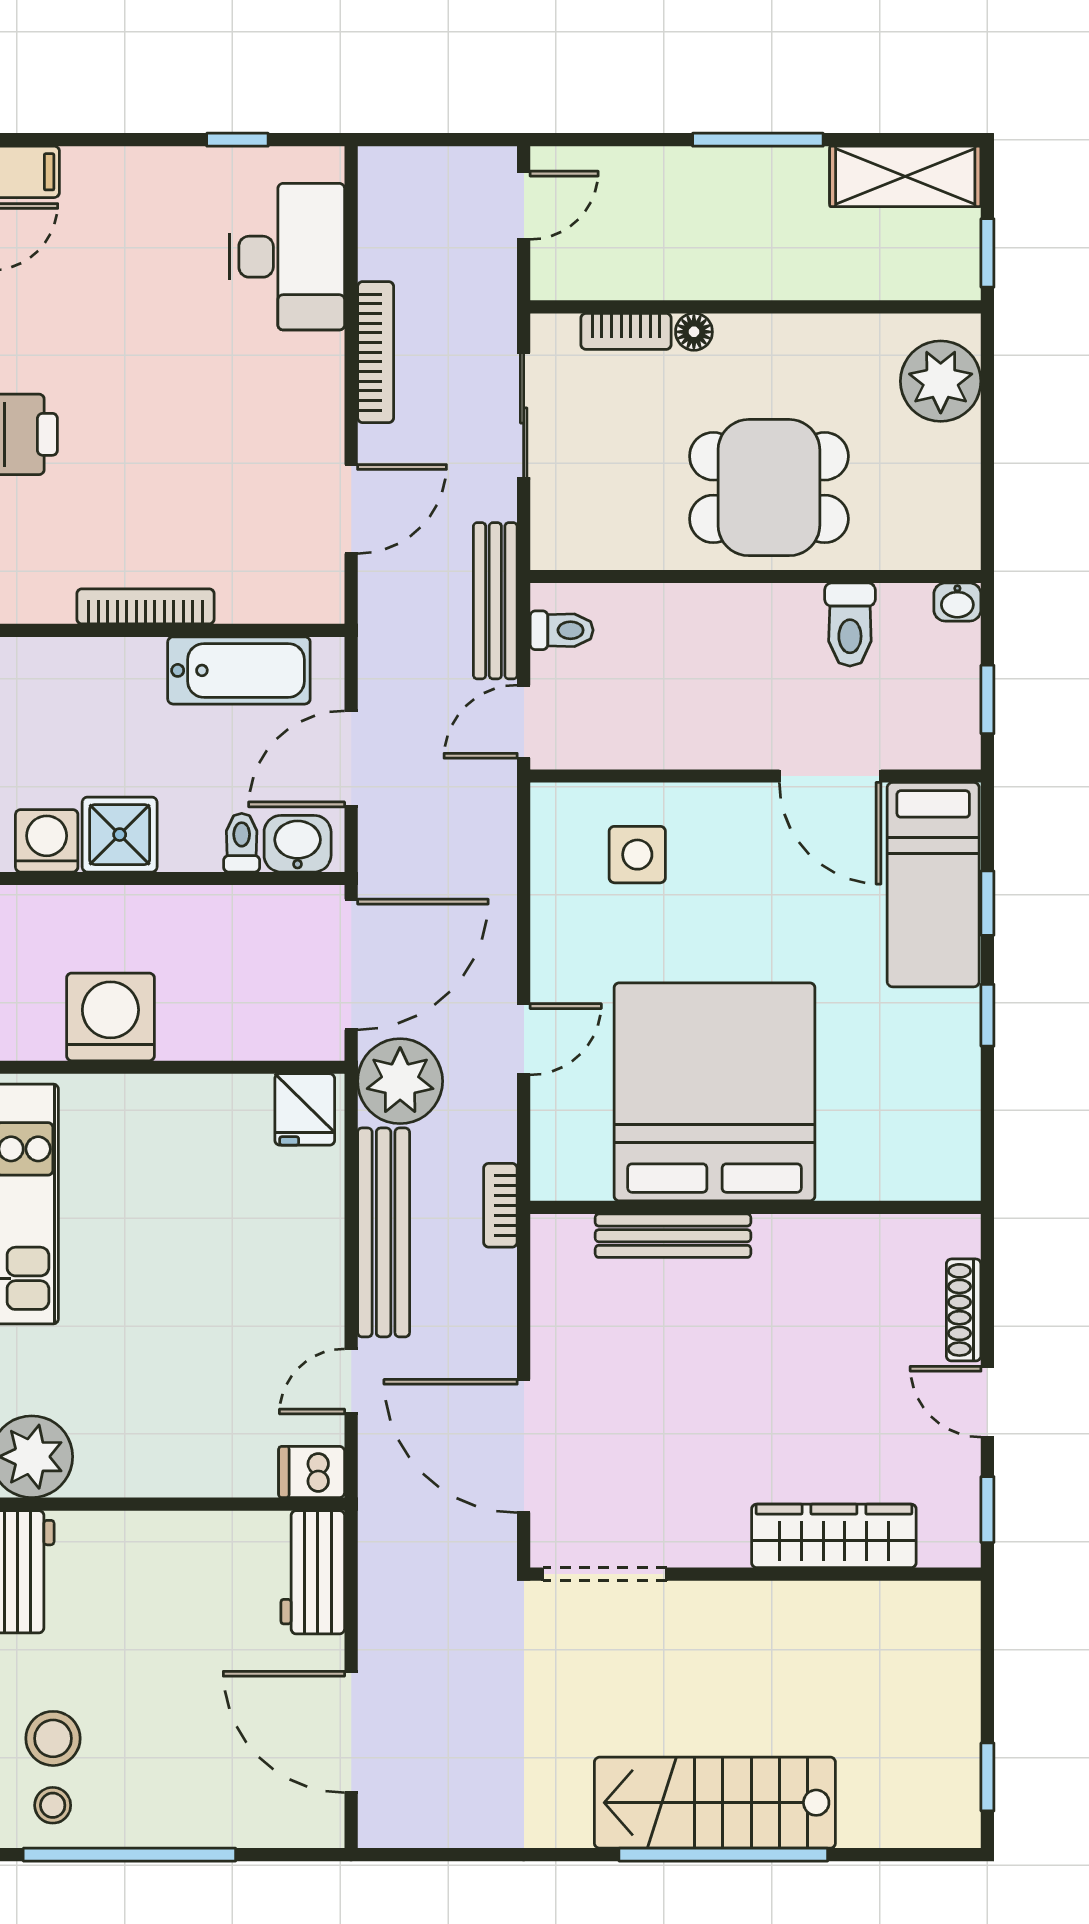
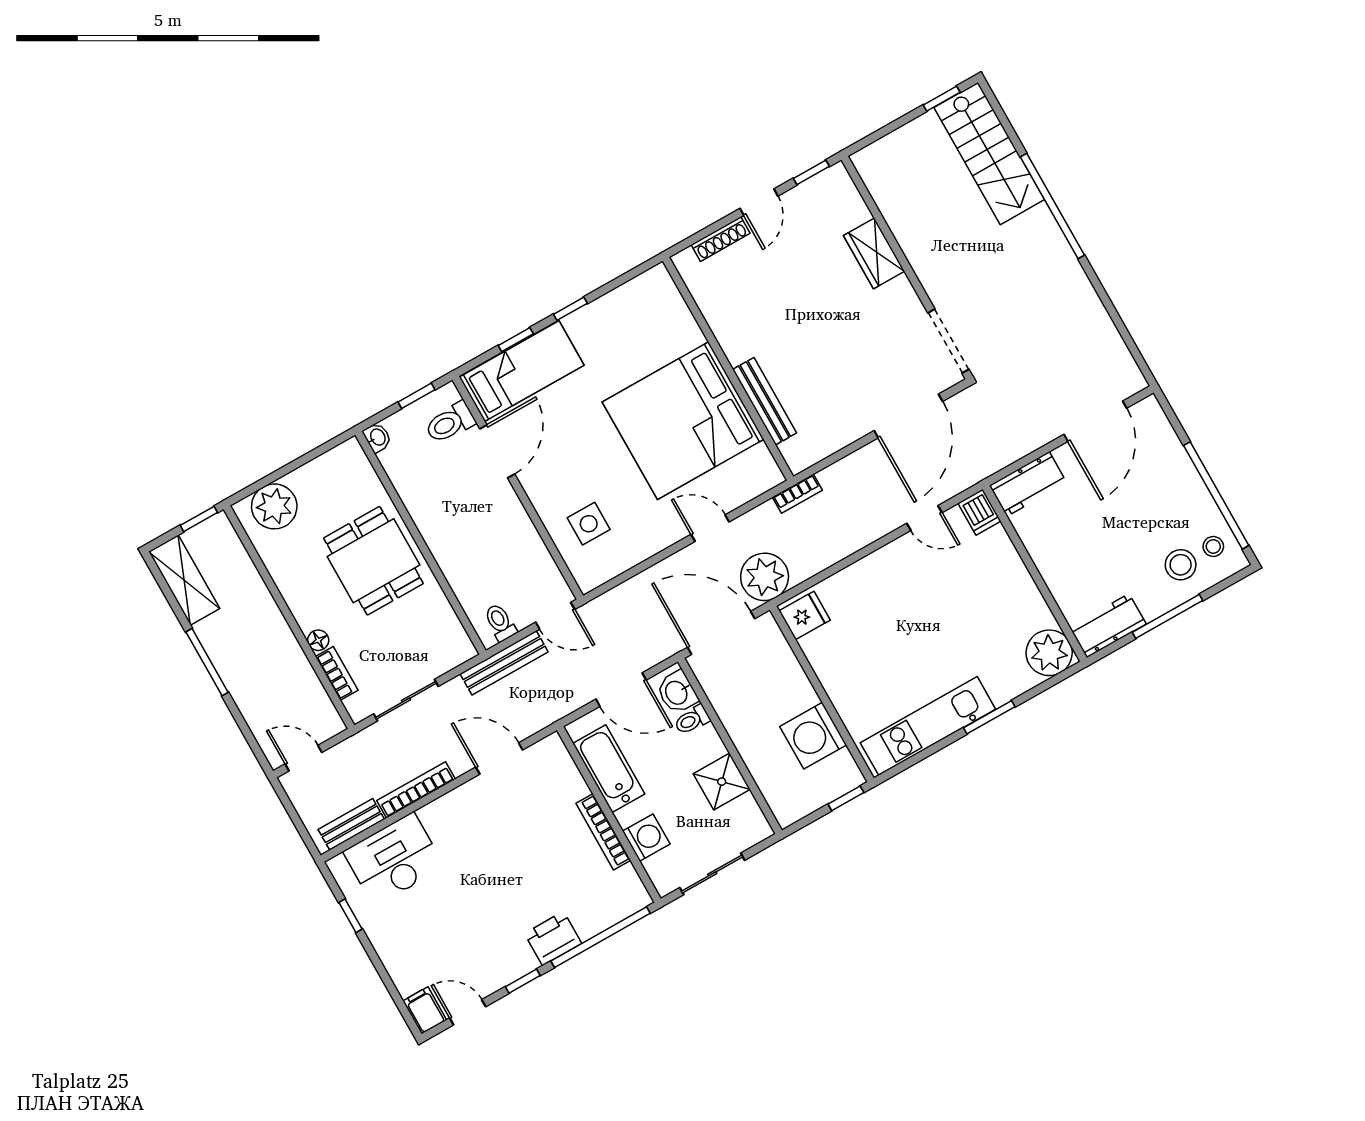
toilet: (850, 625) -> (450, 423), moved, turned 180
washing machine: (47, 841) -> (646, 838), moved, turned 180
bench: (384, 1232) -> (351, 824), moved, width x0.54, depth x0.82
wardrobe: (834, 1536) -> (874, 253), width x0.67
stairs: (715, 1803) -> (989, 153), moved

